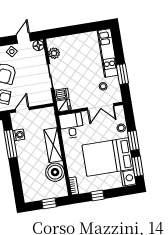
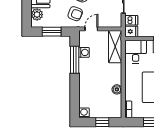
shelving: (53, 145) -> (115, 47), moved
boiler: (55, 172) -> (117, 89), width x0.54, depth x0.54
washing machine: (29, 197) -> (84, 113), added

